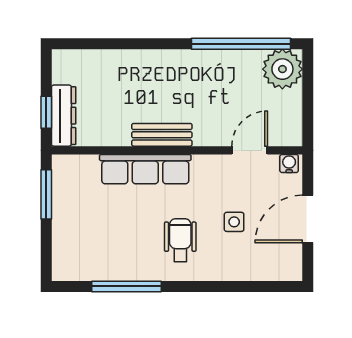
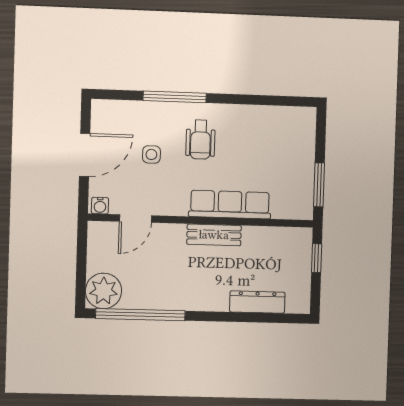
dresser: (64, 116) -> (257, 302), moved, turned 90
window: (126, 286) -> (175, 97), moved

